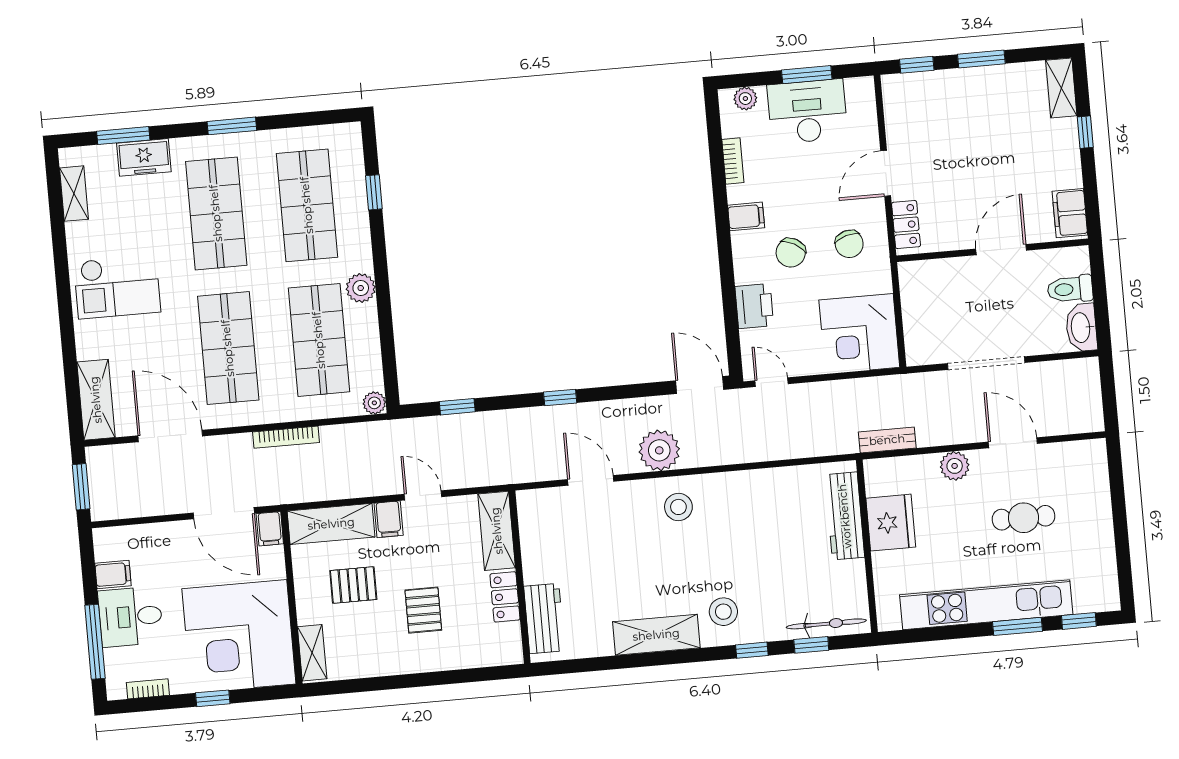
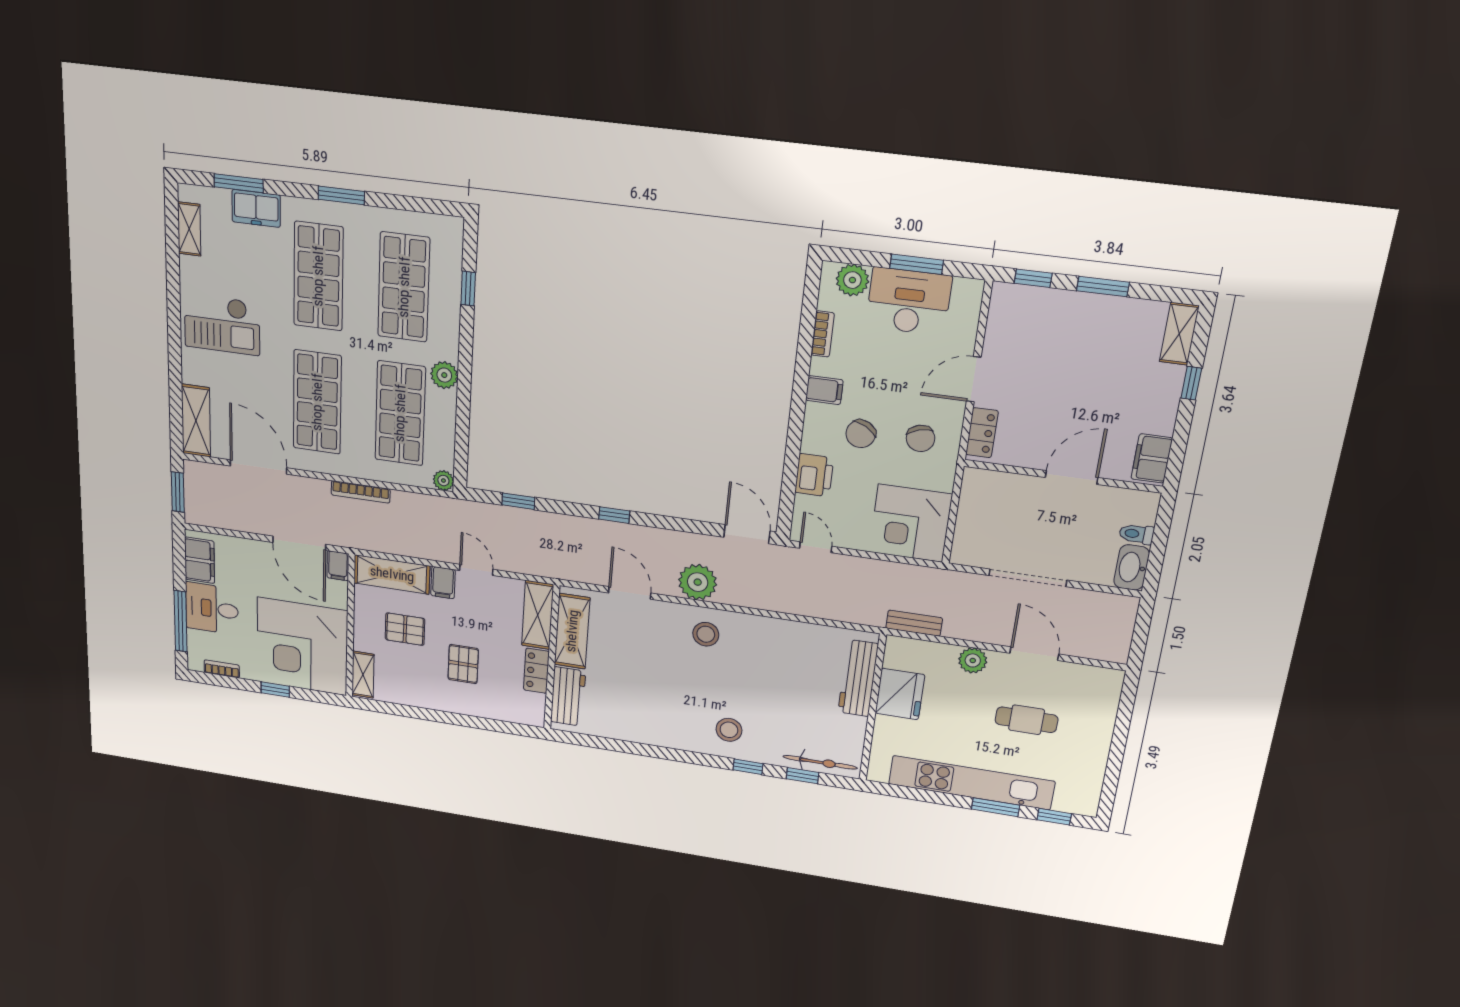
plant: (745, 99) -> (852, 280), width x1.38, depth x1.38
toilet: (1070, 289) -> (1137, 534), width x0.73, depth x0.72
filing cabinet: (113, 574) -> (200, 560), width x2.00
shelving: (656, 635) -> (572, 631), moved, turned 90

